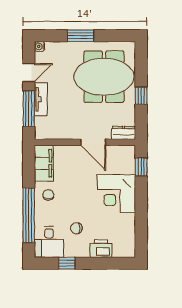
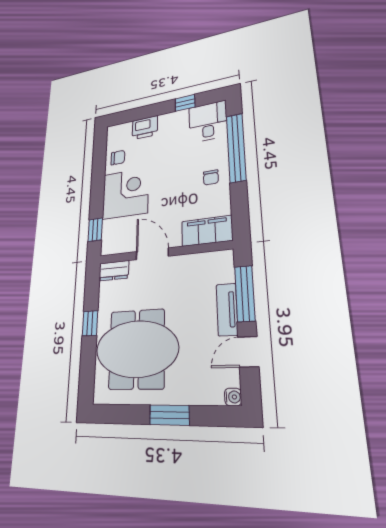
filing cabinet: (44, 163) -> (207, 231), moved, turned 90
chair: (76, 228) -> (118, 158), moved

